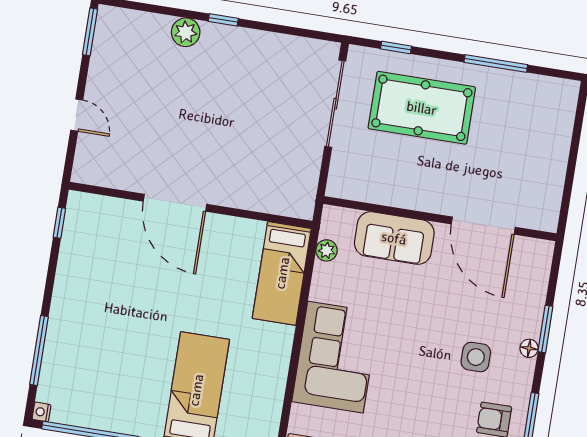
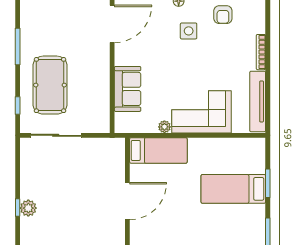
plant: (186, 32) -> (28, 208), moved
door: (175, 203) -> (127, 201), moved
door: (483, 226) -> (112, 24), moved
plant: (327, 250) -> (164, 127), moved

